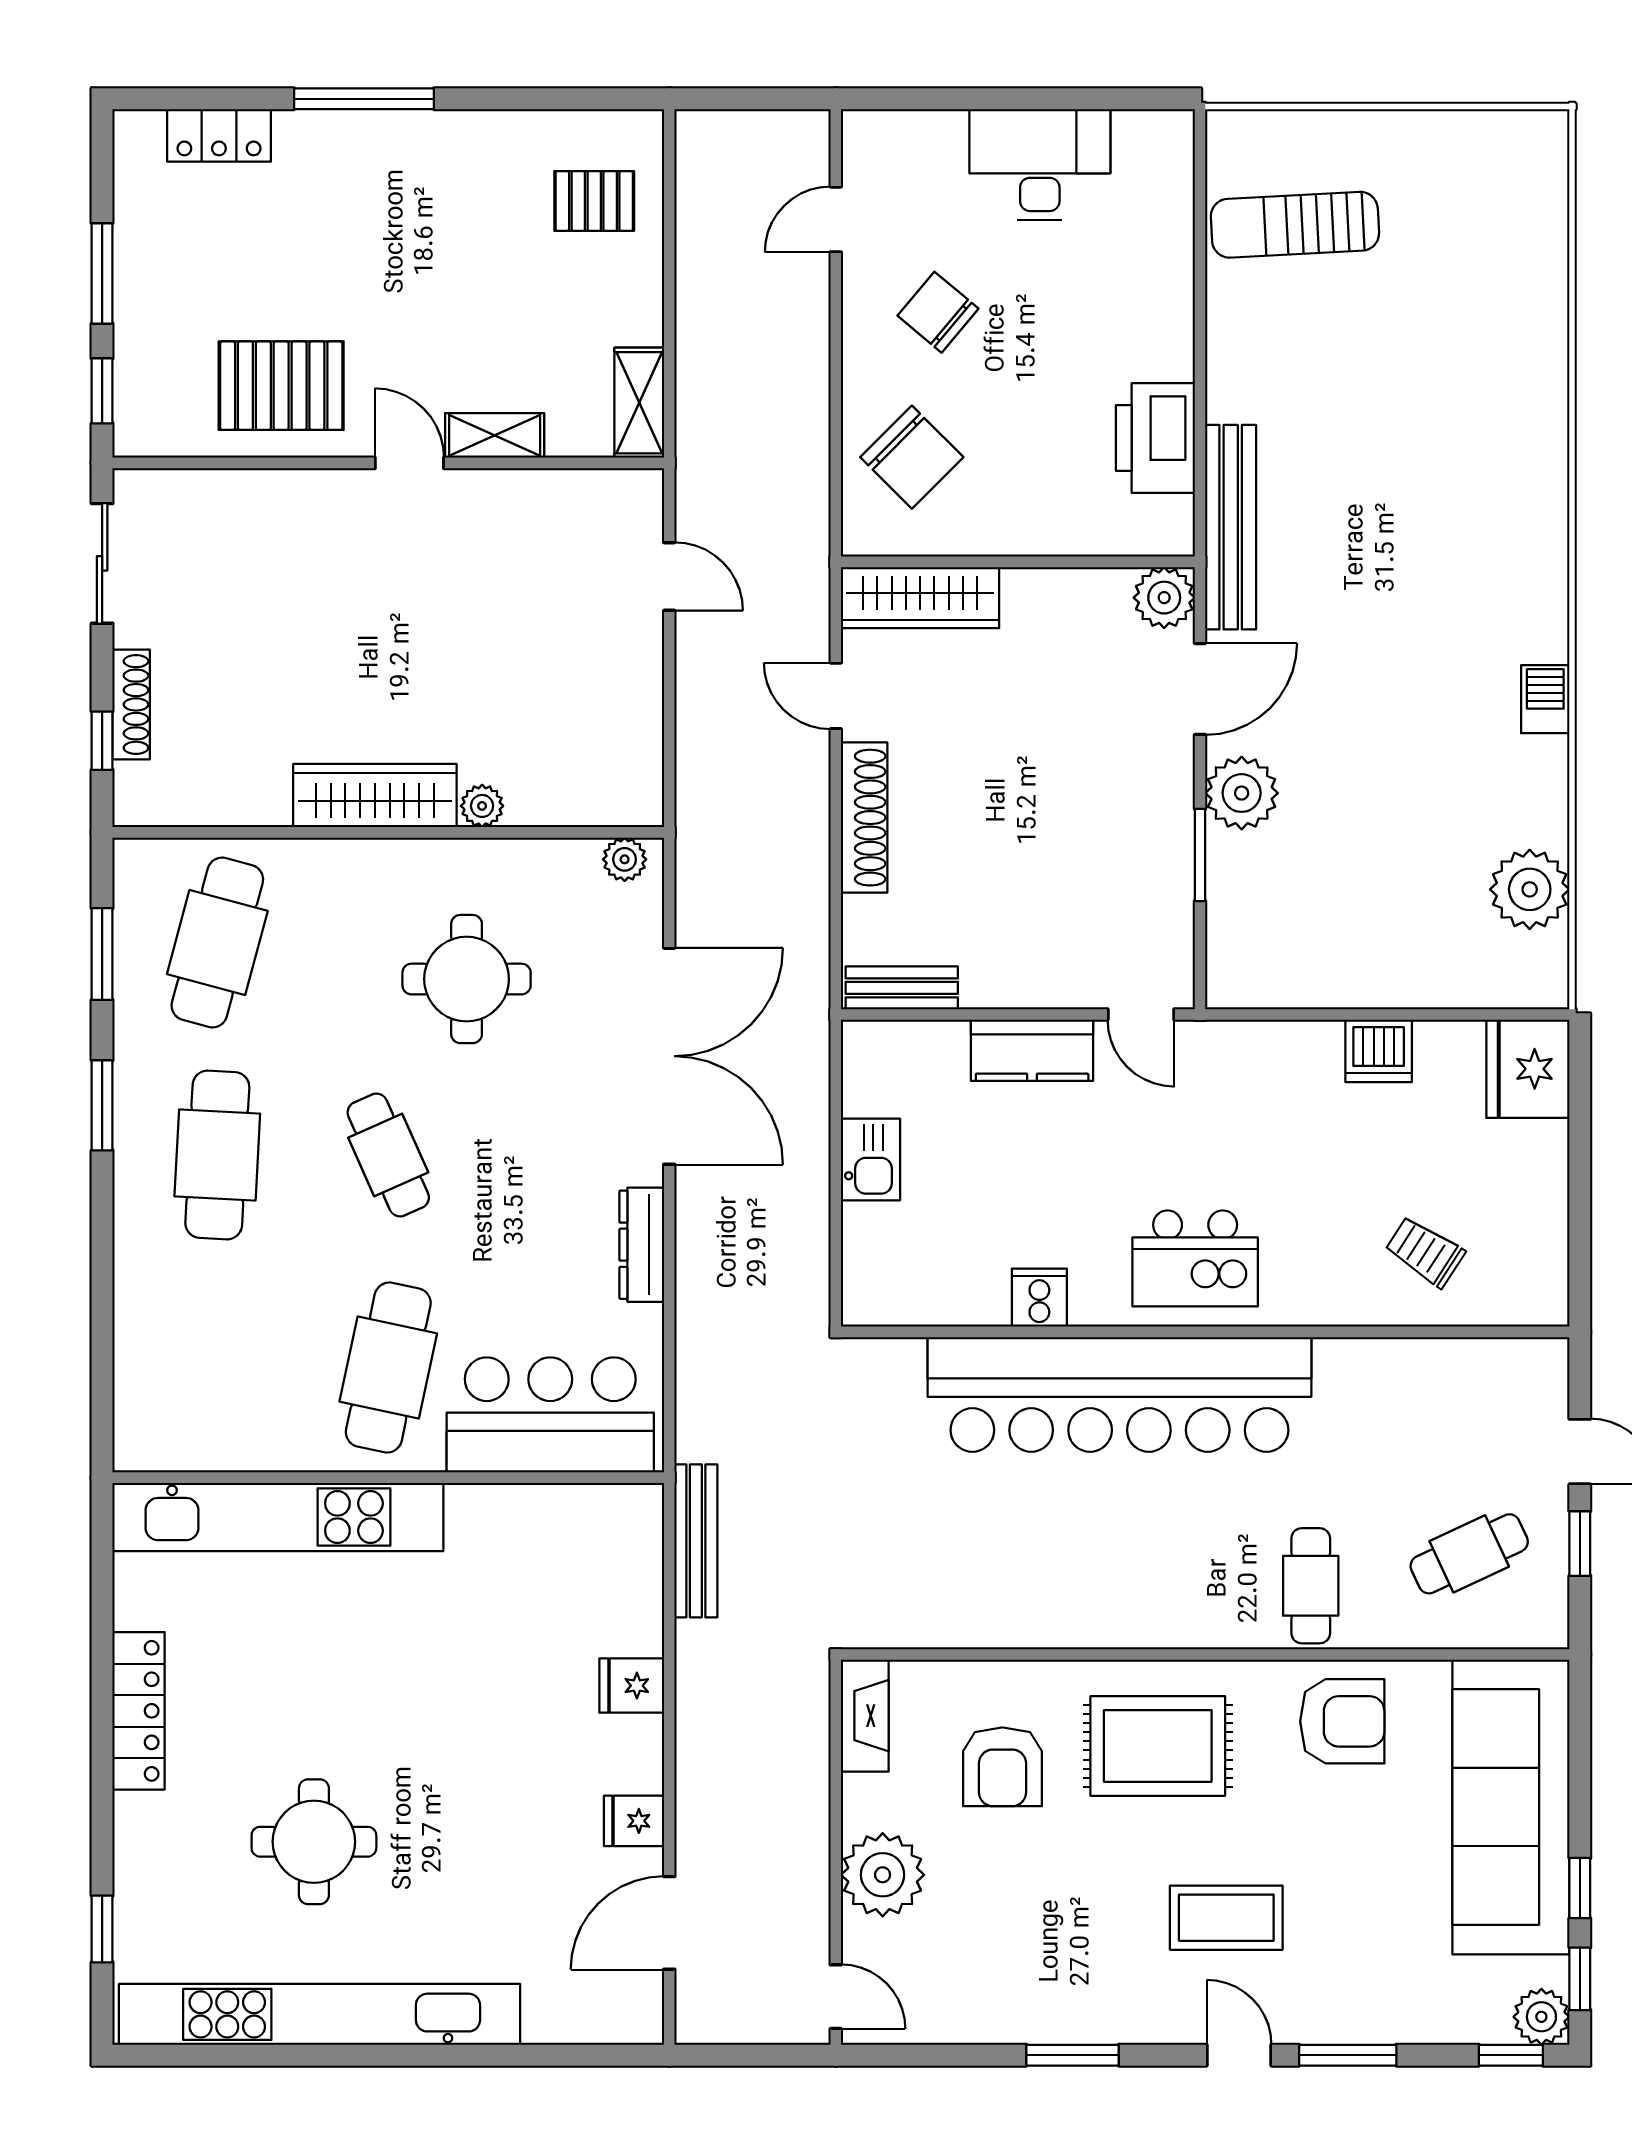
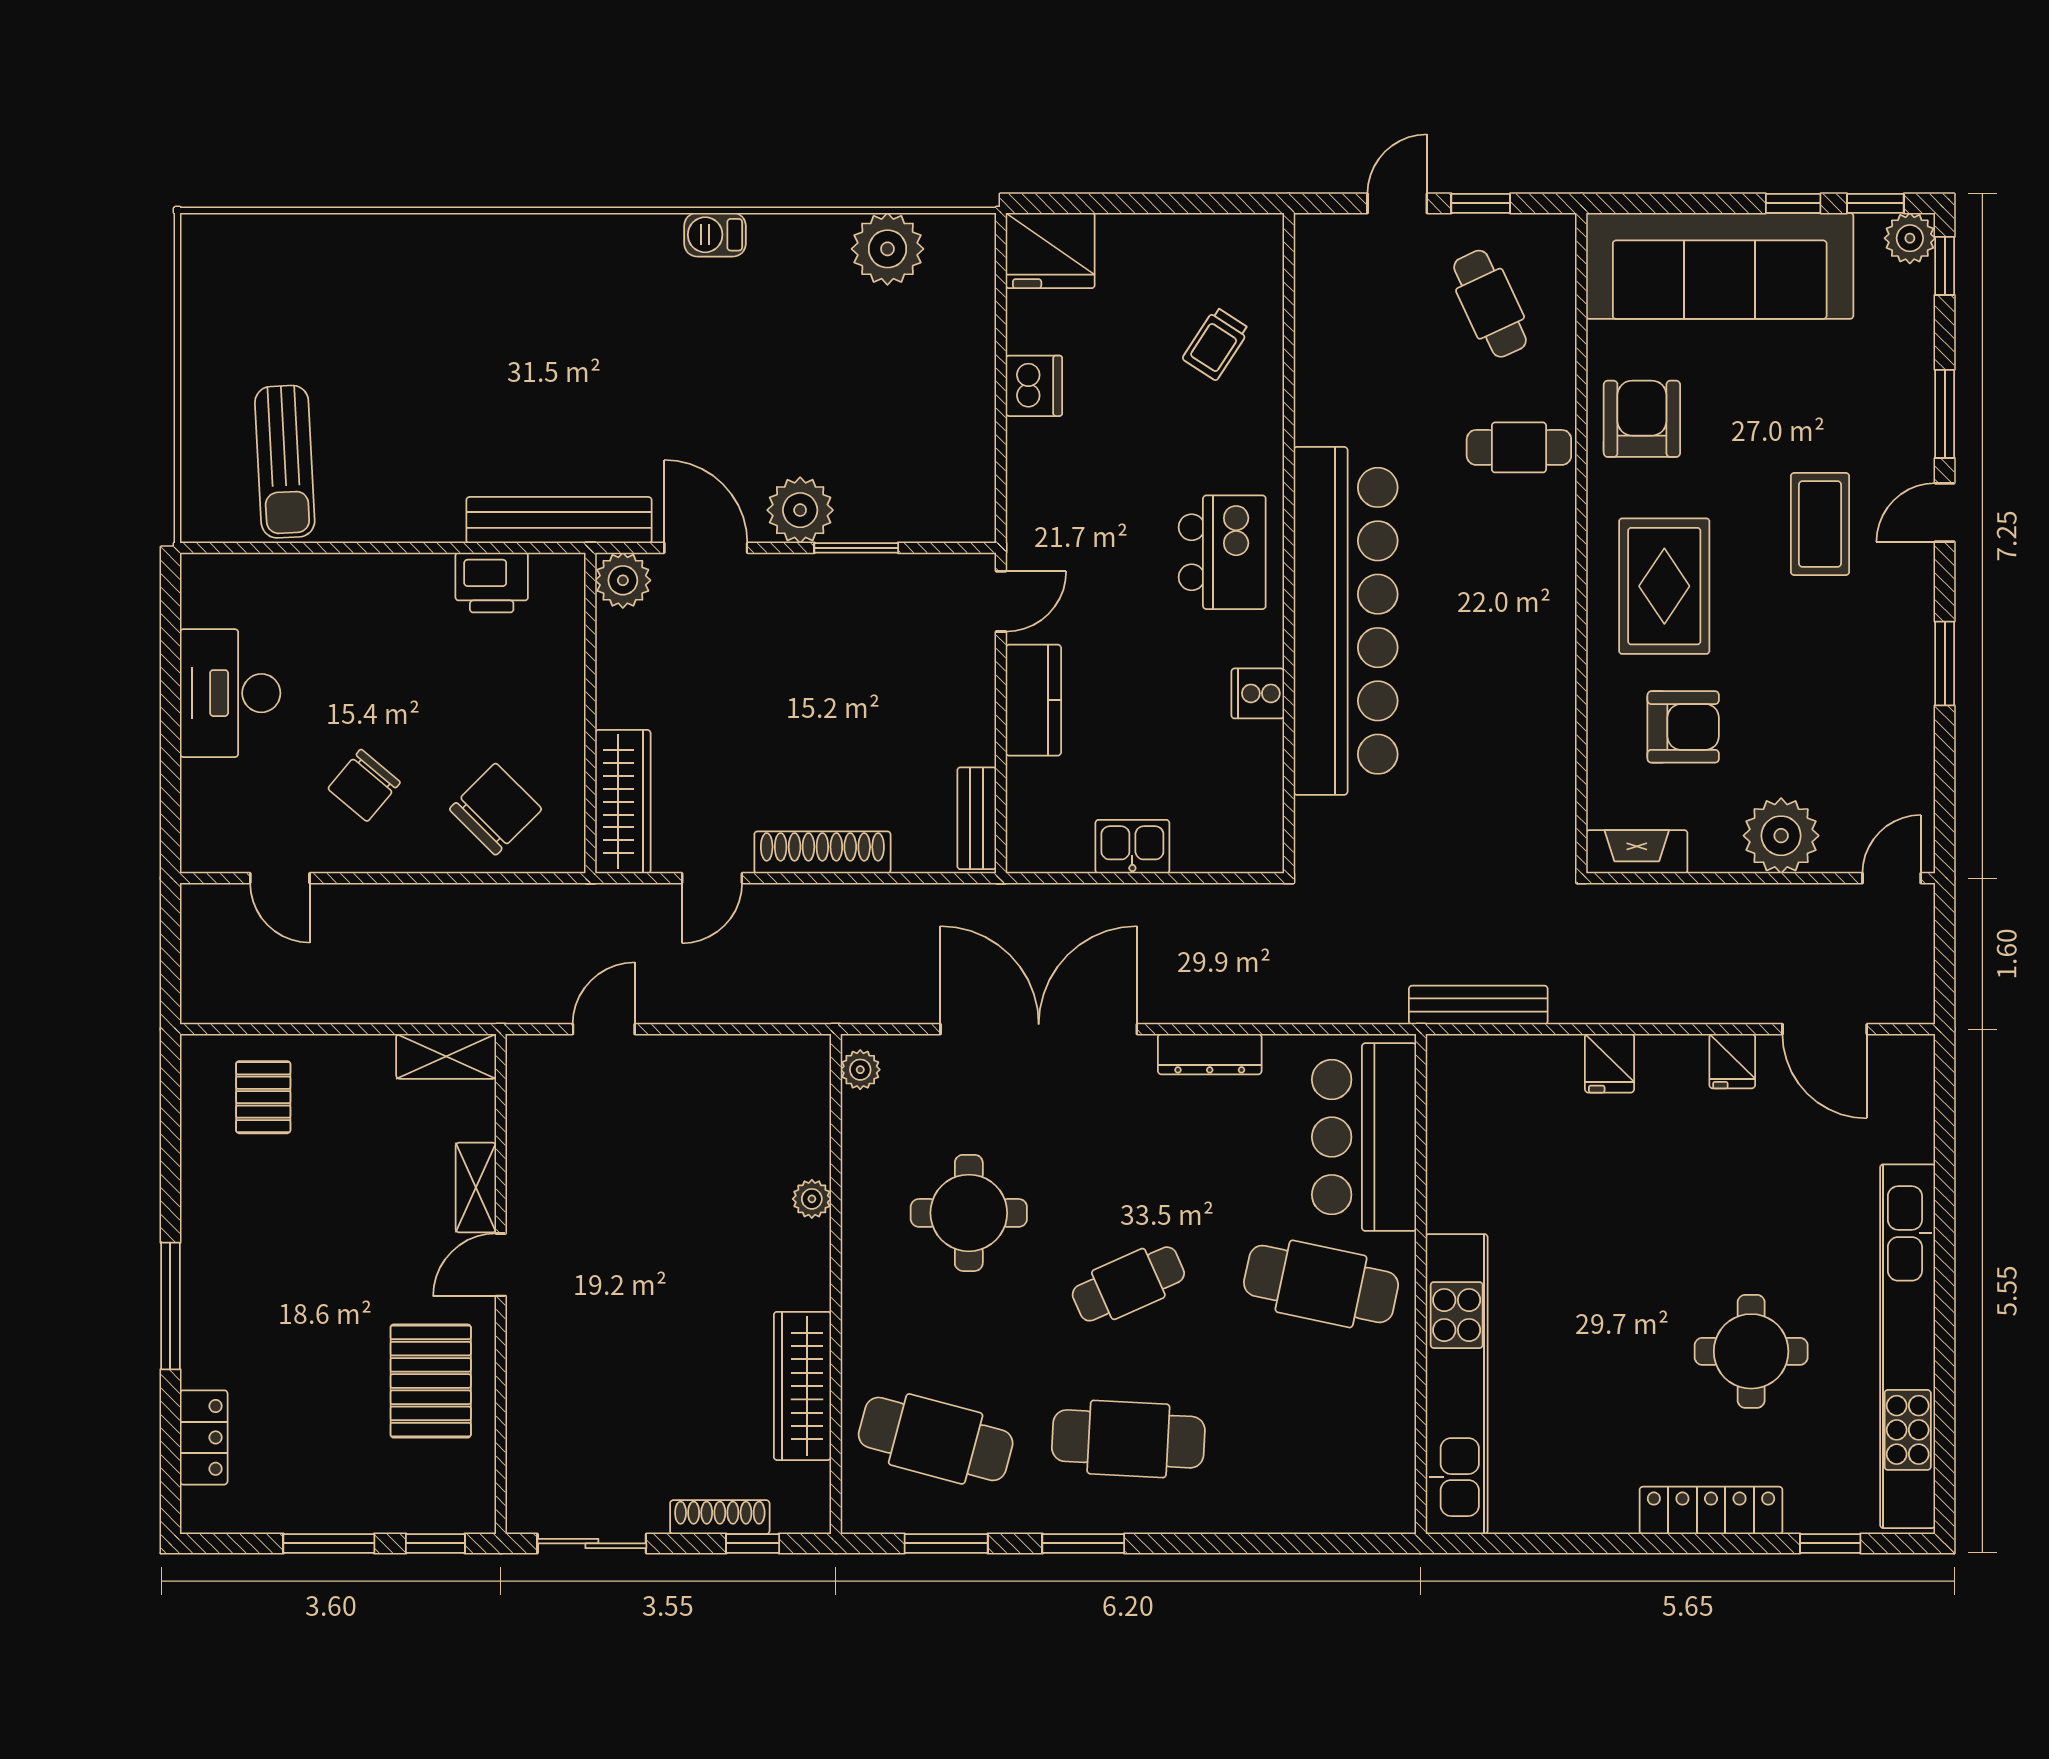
printer: (1155, 438) -> (492, 583), width x0.73, depth x0.84
wardrobe: (375, 796) -> (802, 1386), moved
locker: (139, 1711) -> (1711, 1510), moved

